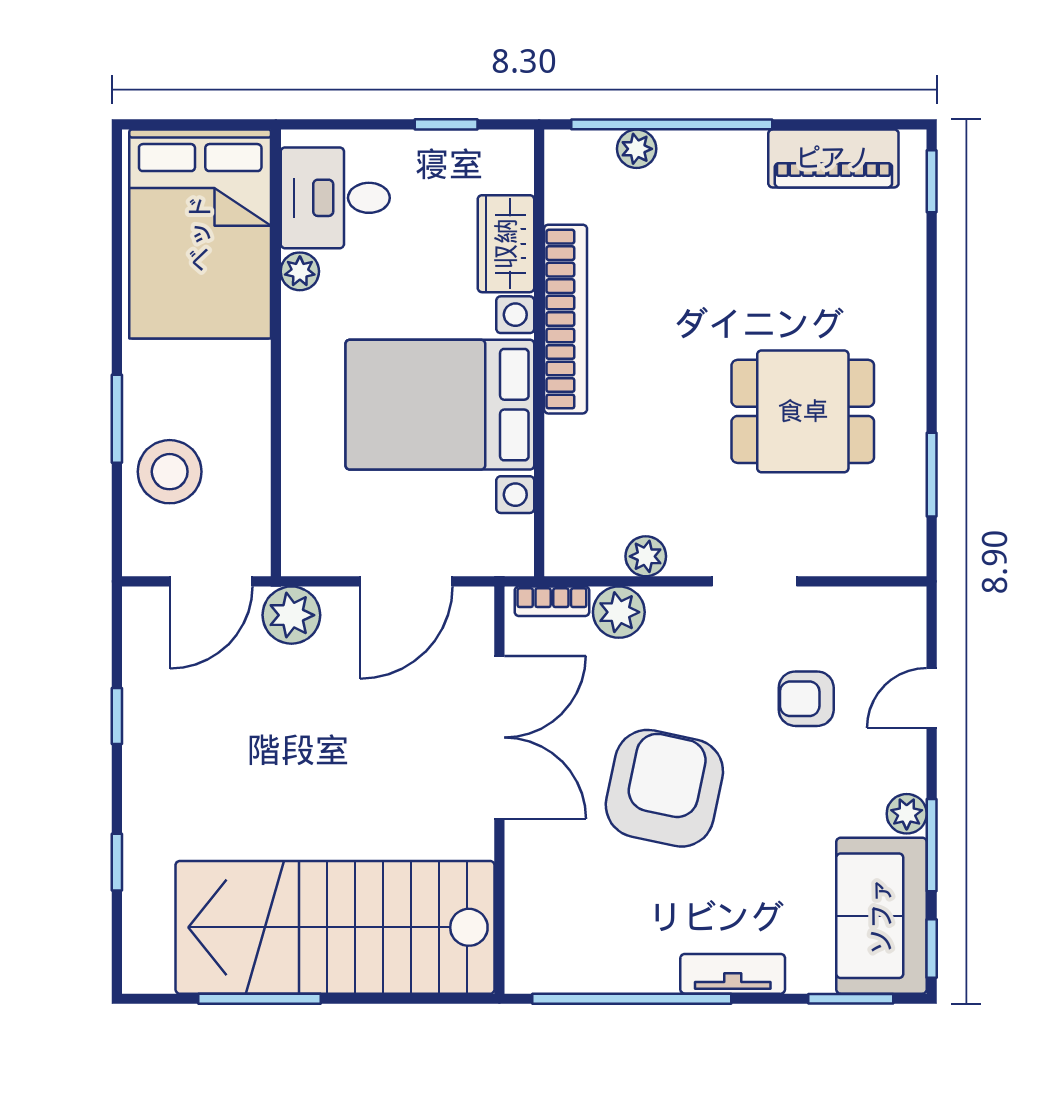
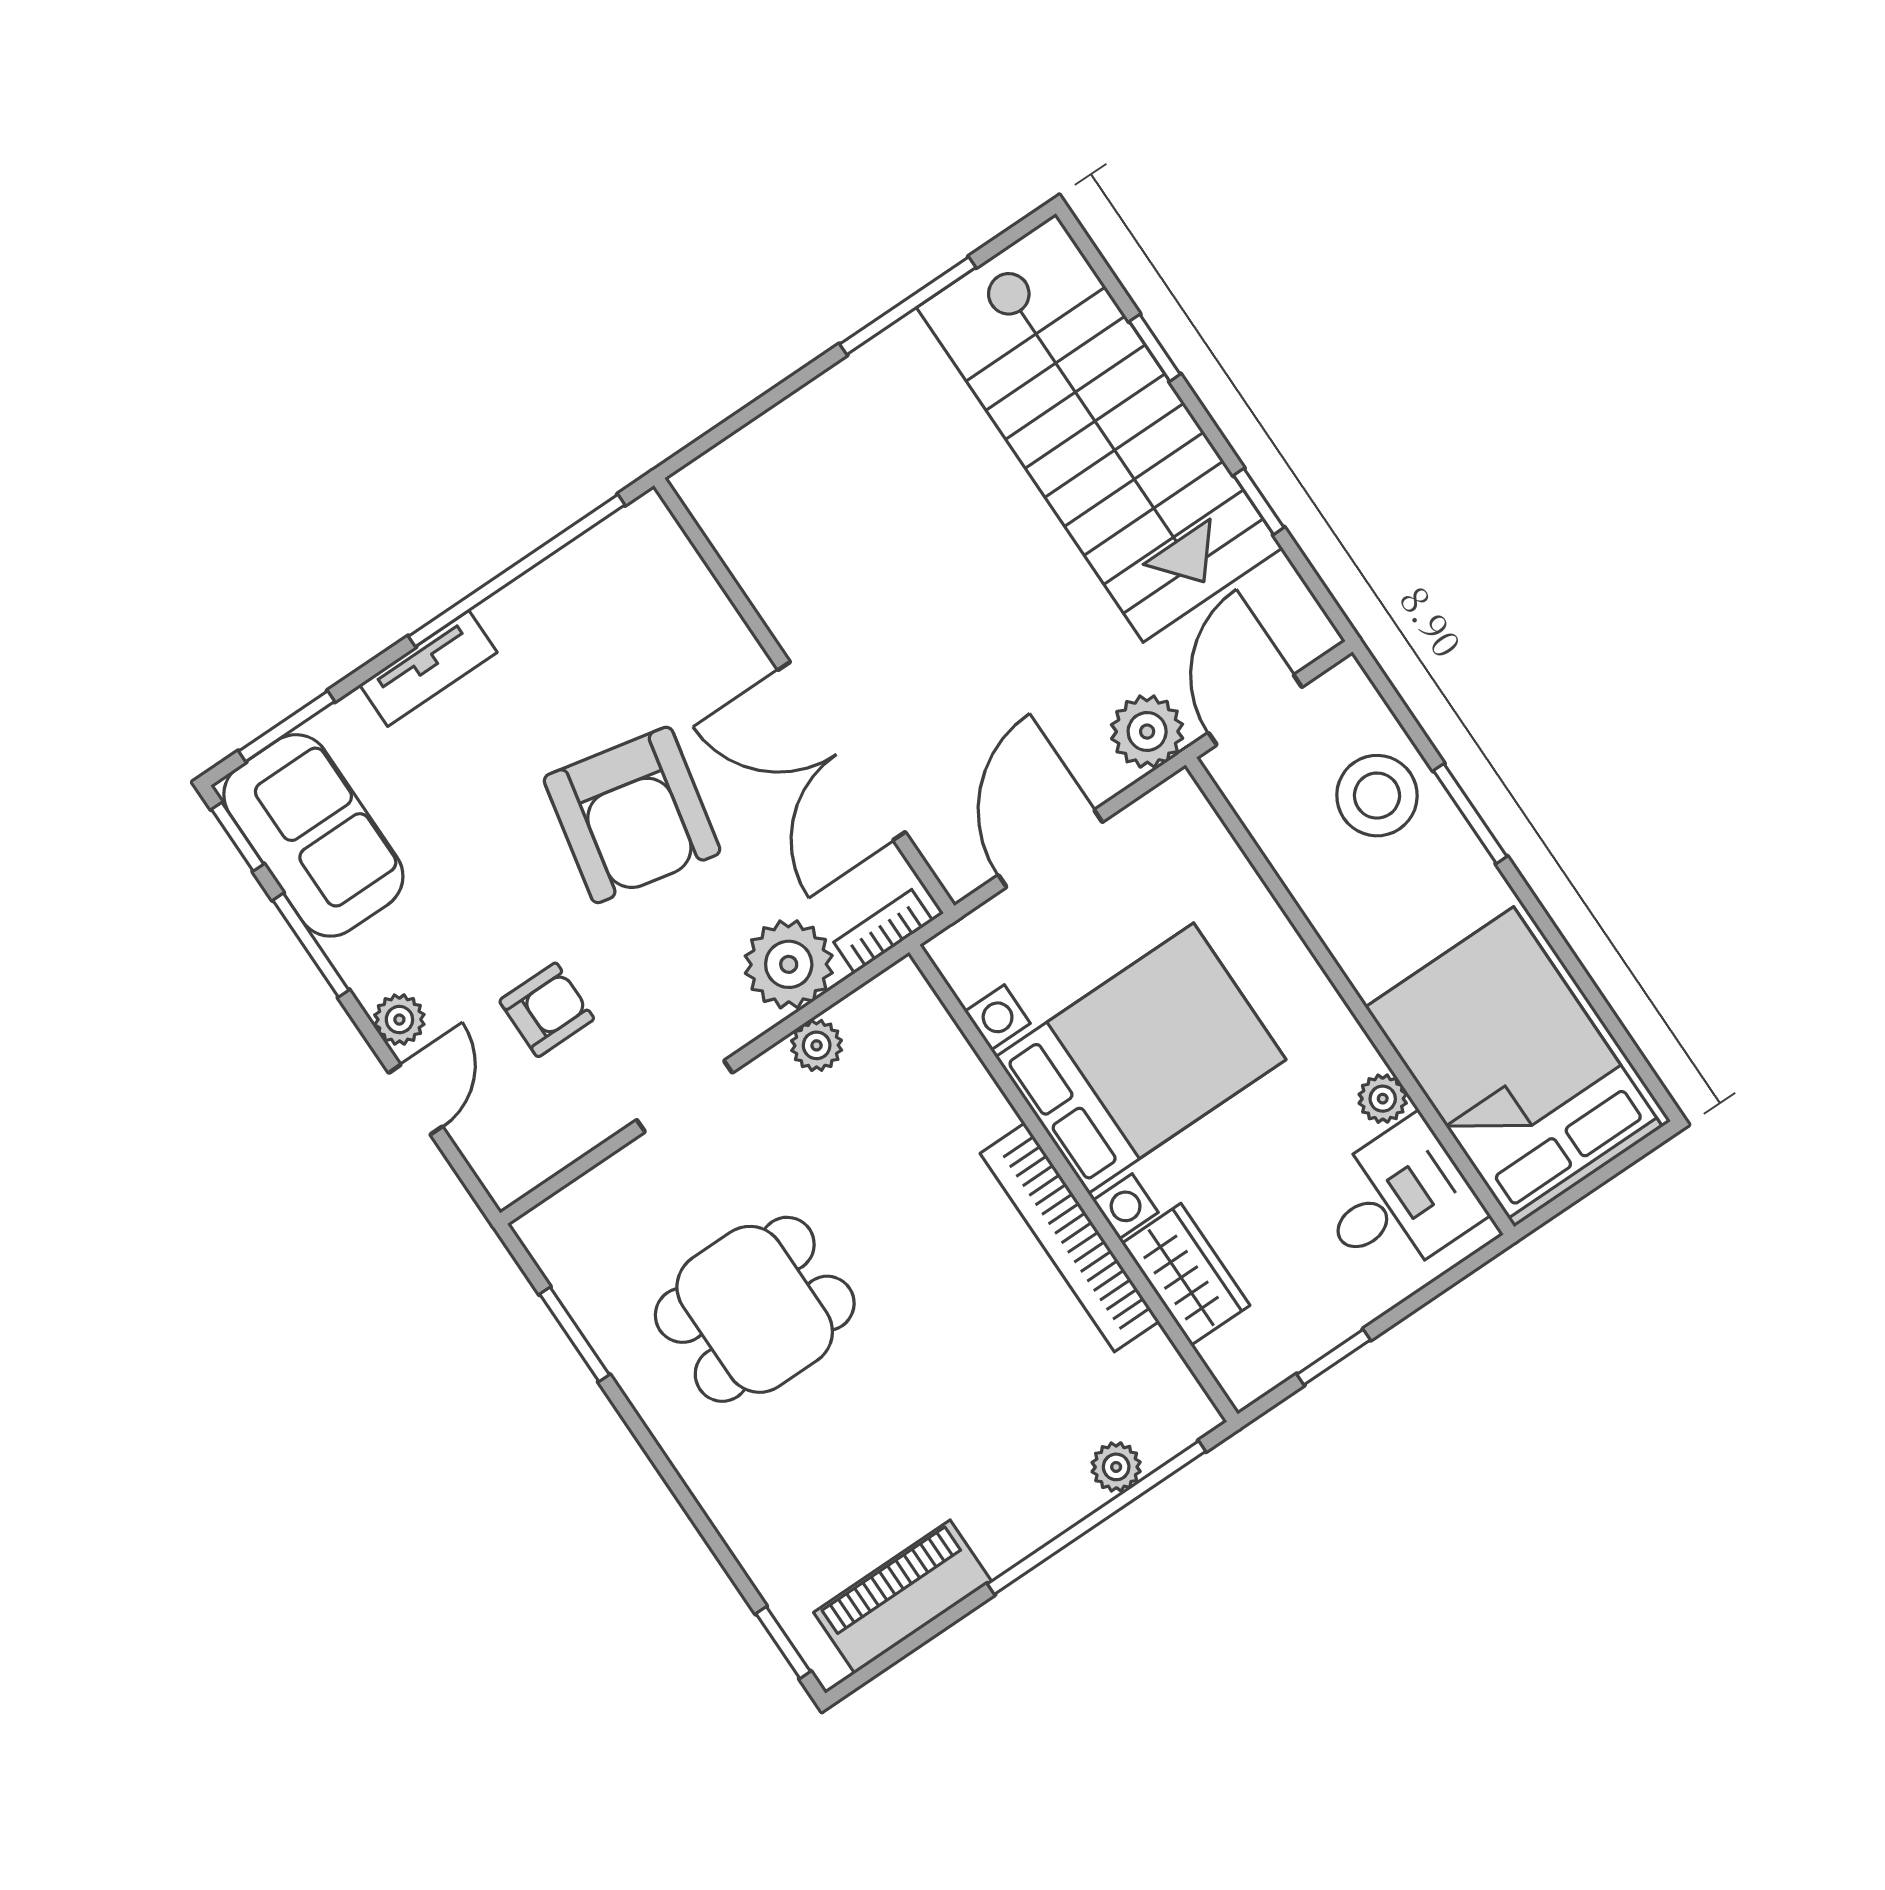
plant: (619, 612) -> (789, 964), width x1.36, depth x1.36
plant: (907, 814) -> (399, 1020), moved
stairs: (335, 927) -> (1100, 428), moved, turned 90

